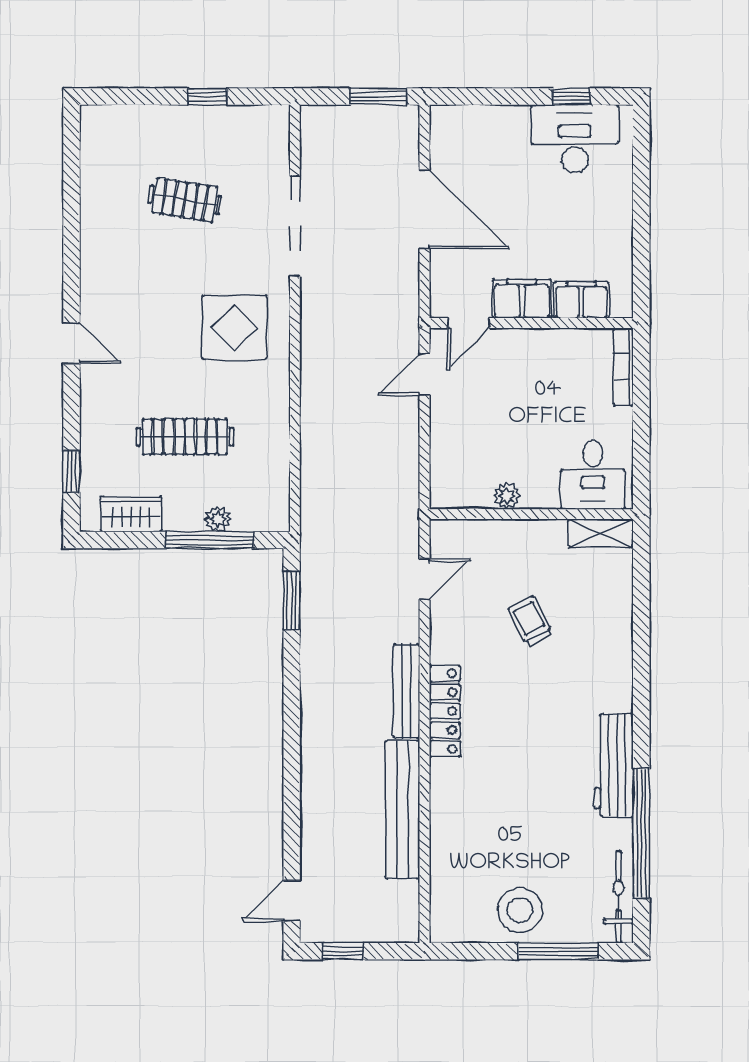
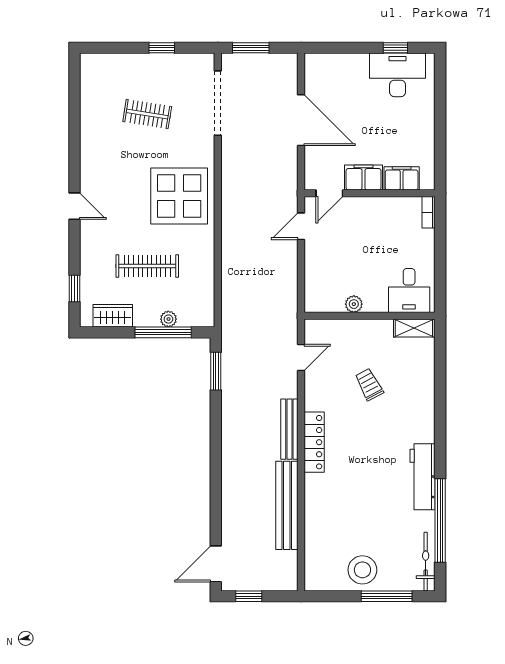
window: (378, 96) -> (251, 48), moved
doorway: (295, 226) -> (218, 103), moved
display table: (235, 327) -> (179, 196), width x1.36, depth x1.36
bookcase: (623, 367) -> (429, 212), width x0.64
door: (292, 901) -> (216, 564), width x1.38

